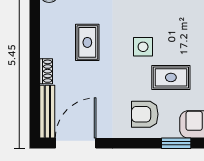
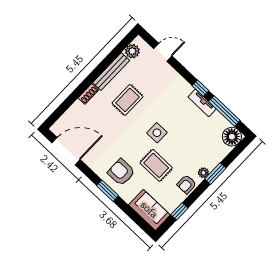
bench: (47, 112) -> (111, 72), moved
window: (176, 143) -> (108, 191), moved

